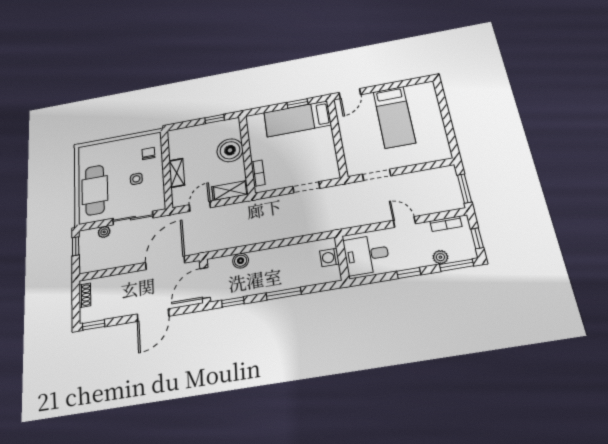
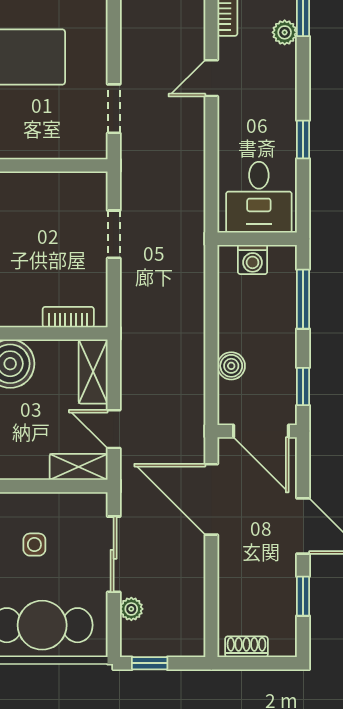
shelving: (177, 173) -> (79, 467), moved
desk: (367, 255) -> (259, 197), moved
washing machine: (329, 257) -> (253, 259), moved
wall: (342, 258) -> (257, 239), moved
window: (409, 273) -> (303, 139), moved
window: (94, 325) -> (303, 596), moved

